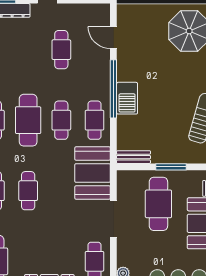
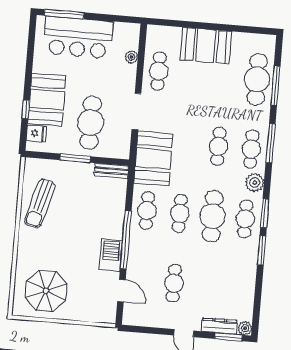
barbecue: (127, 98) -> (111, 255), moved

